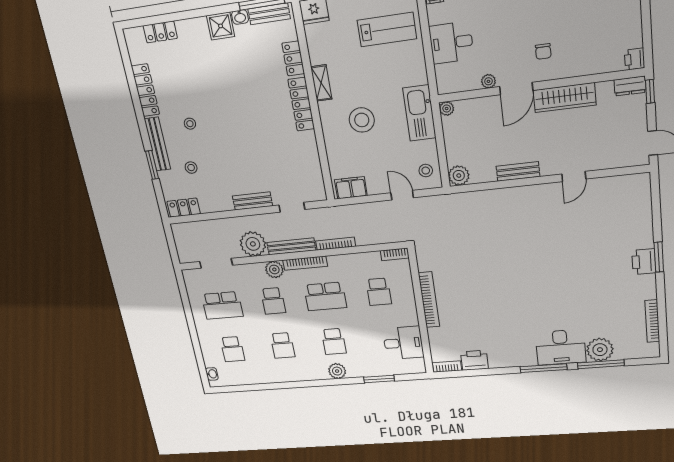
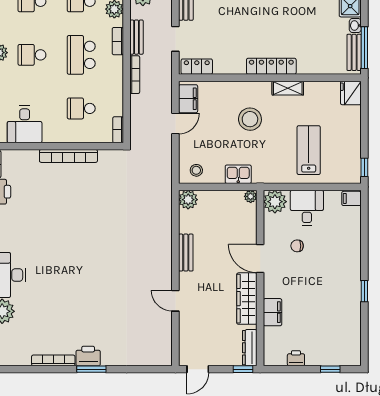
lab bench: (387, 29) -> (309, 150), moved, turned 180
chair: (543, 51) -> (297, 246), moved
locker: (293, 58) -> (197, 67), moved
printer: (635, 59) -> (296, 358), moved
filing cabinet: (578, 66) -> (272, 312), added
plant: (488, 81) -> (275, 202), moved, width x1.87, depth x1.87
dresser: (630, 86) -> (250, 348), width x1.44
kitchen sink: (419, 113) -> (238, 174), width x0.53, depth x0.81
door: (402, 195) -> (175, 124), moved
bench: (291, 246) -> (136, 37), width x0.73
bookcase: (305, 263) -> (118, 41), width x0.64
bookcase: (652, 321) -> (53, 360), moved

